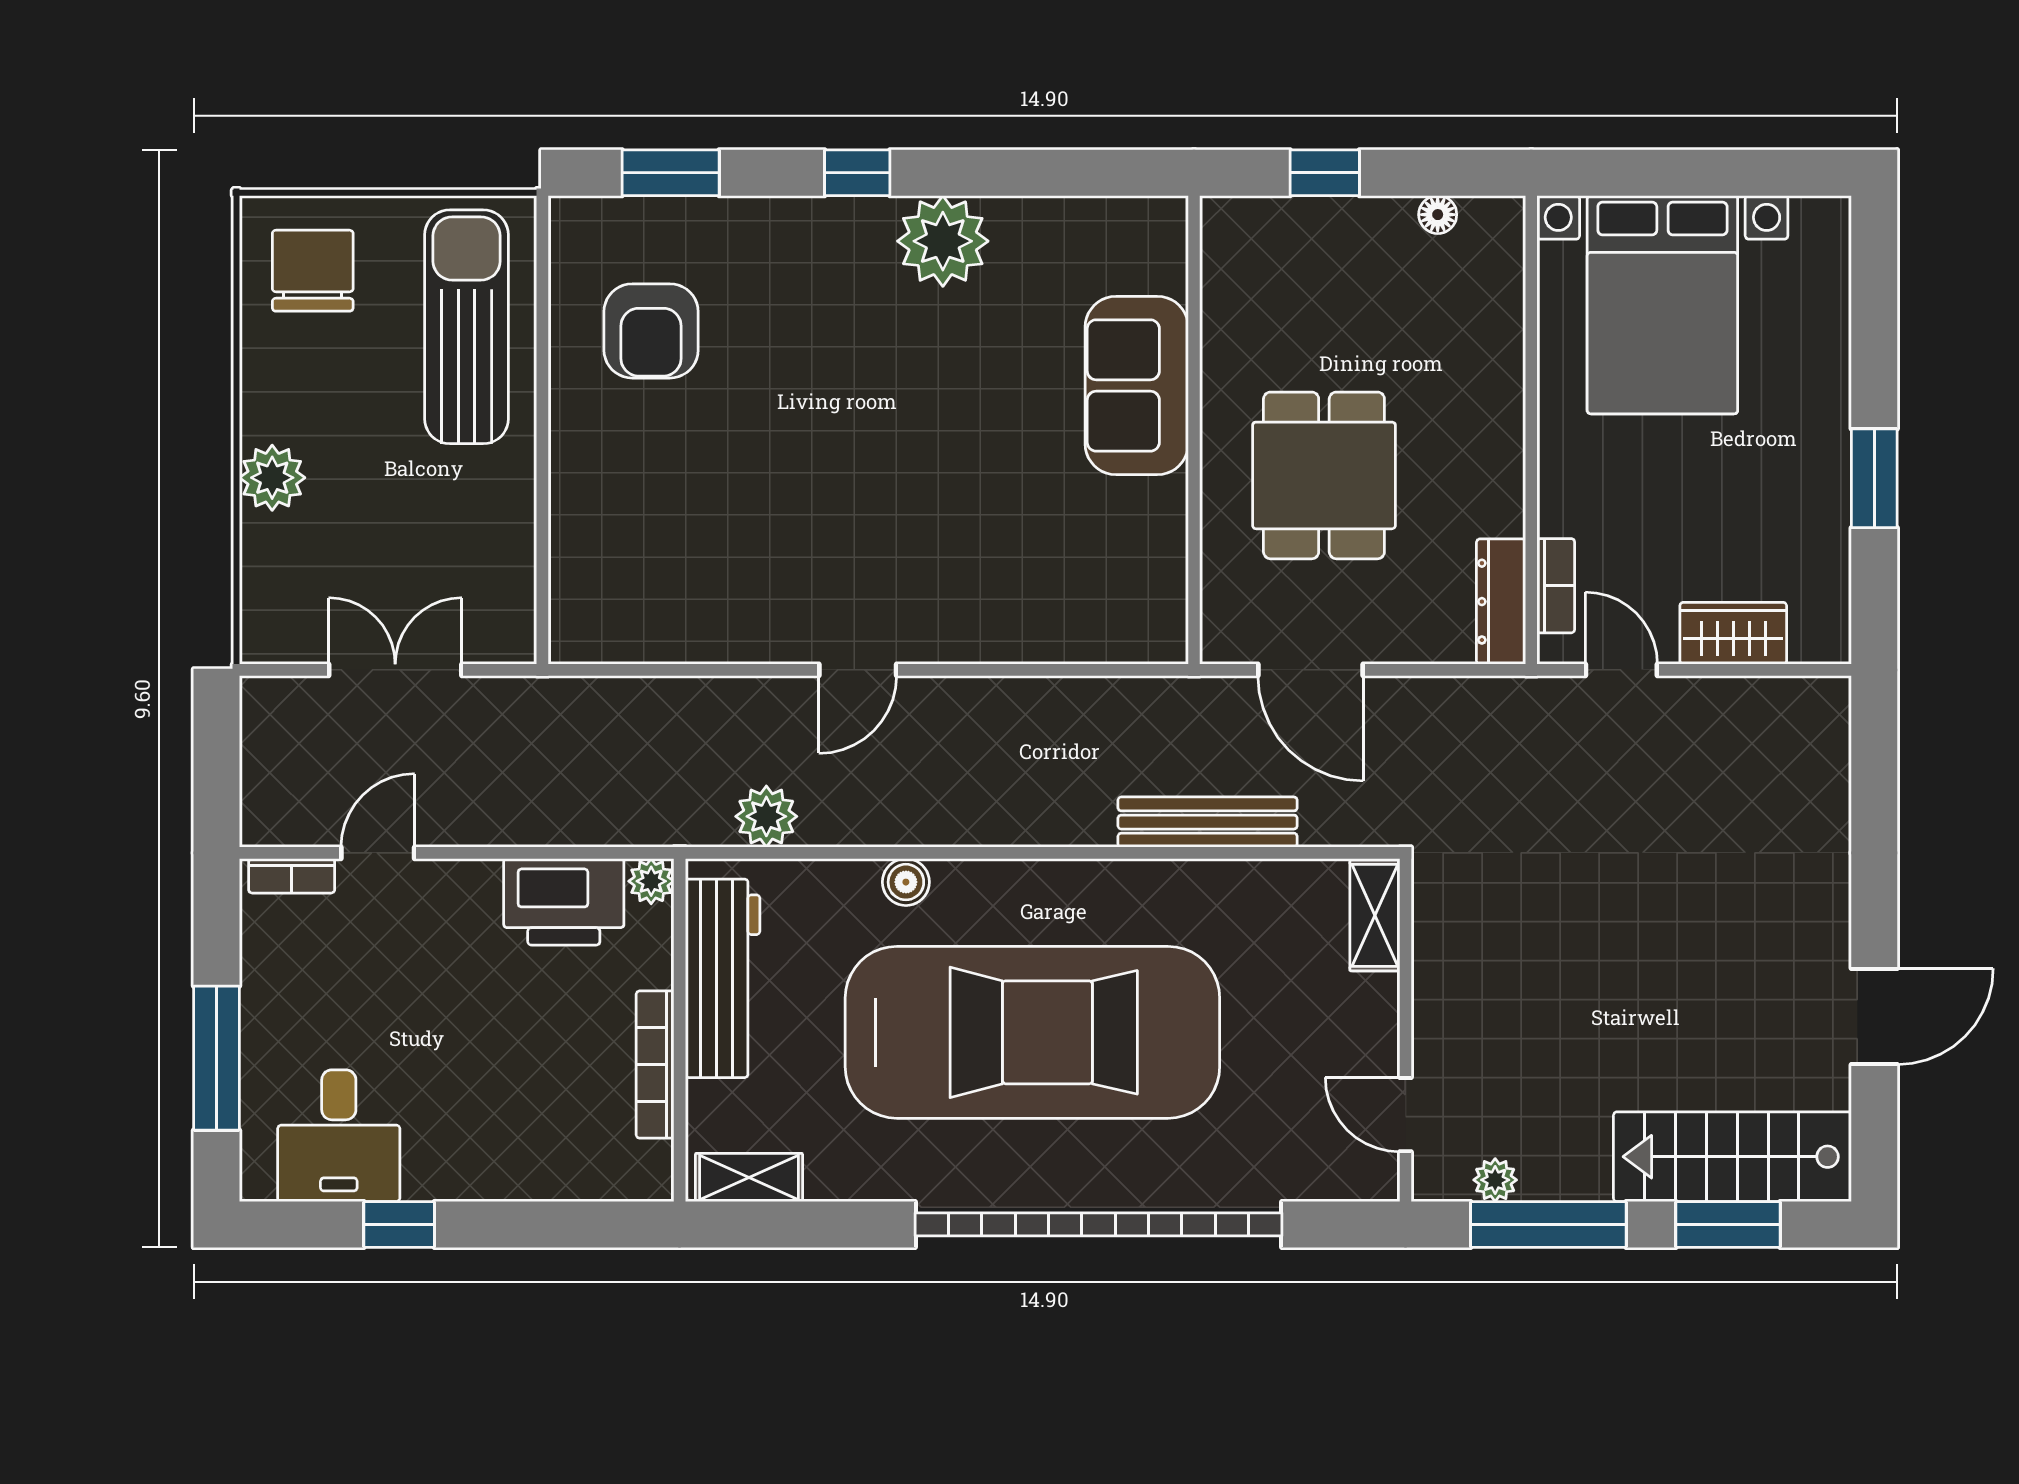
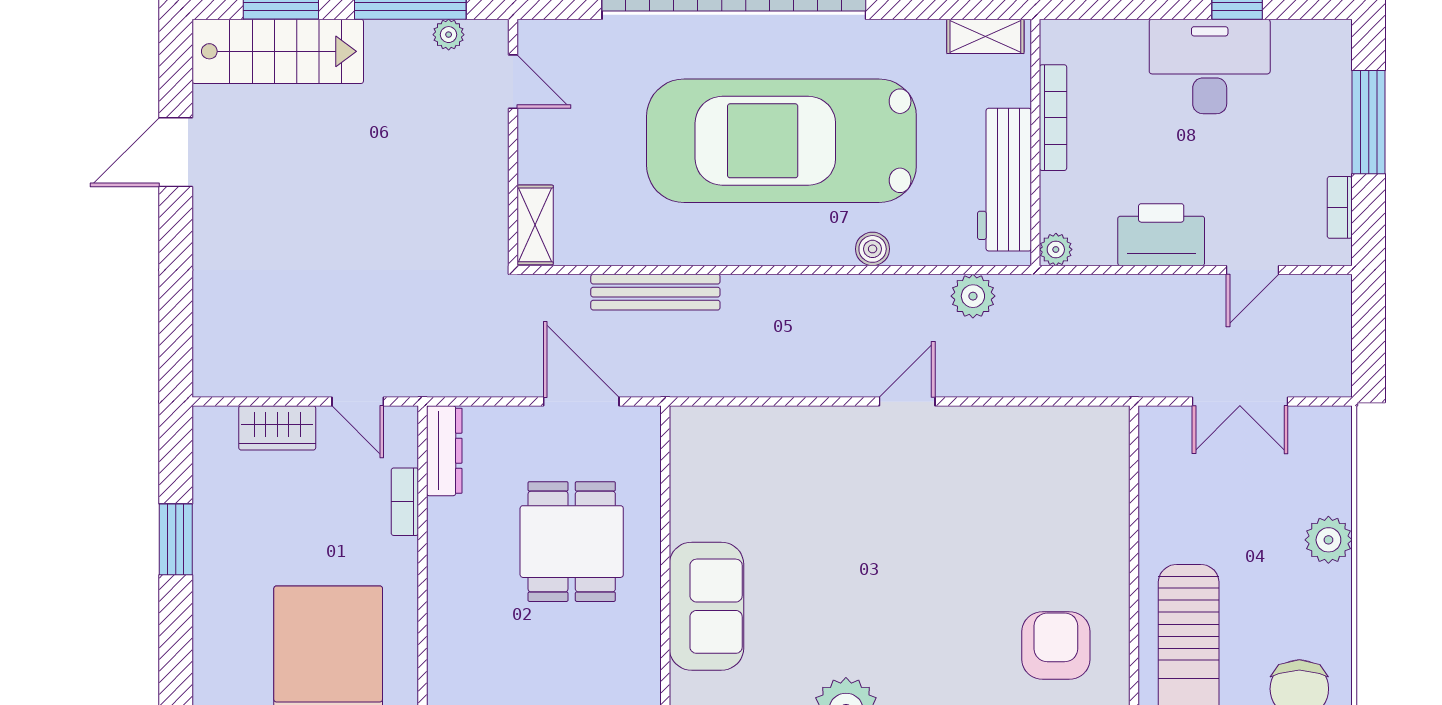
bookcase: (1556, 586) -> (405, 502), moved
bookcase: (292, 876) -> (1340, 207), moved, turned -90
printer: (564, 902) -> (1161, 235), moved
desk: (339, 1136) -> (1210, 66), moved, width x1.37

